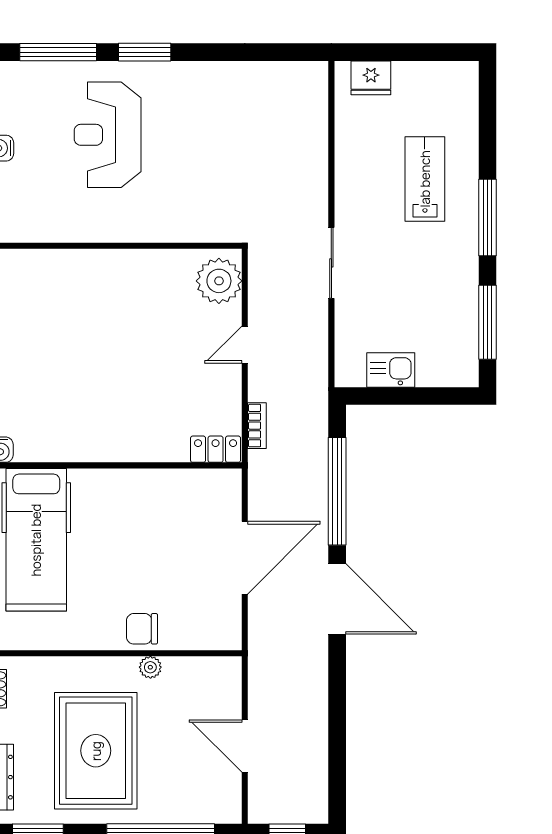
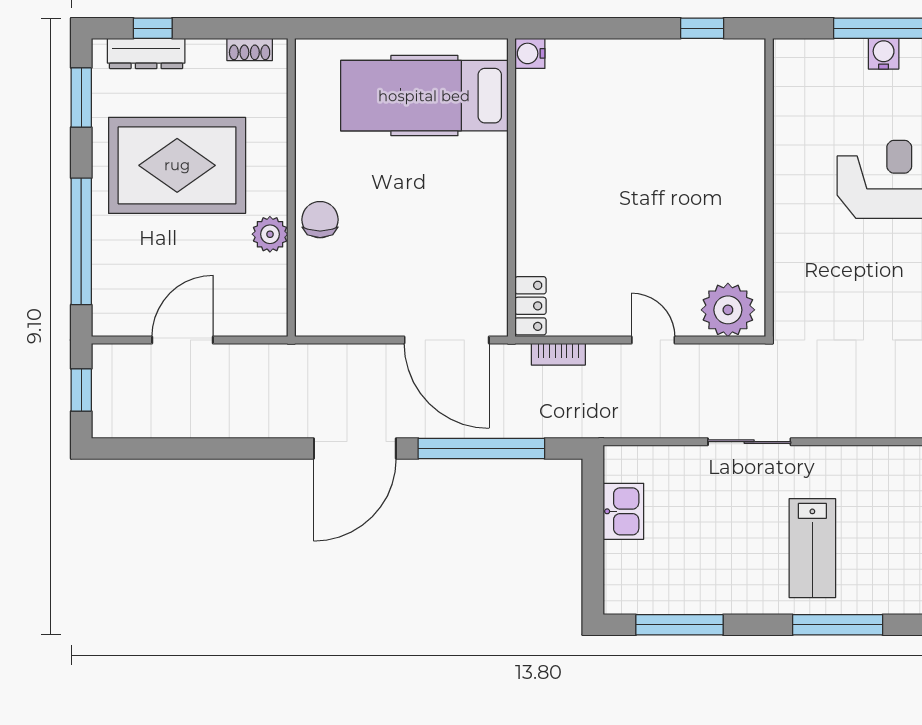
lab bench: (425, 179) -> (812, 548), moved, turned 90
window: (487, 218) -> (838, 625), moved
door: (245, 558) -> (447, 340), moved
plant: (150, 667) -> (270, 234), width x1.38, depth x1.38

